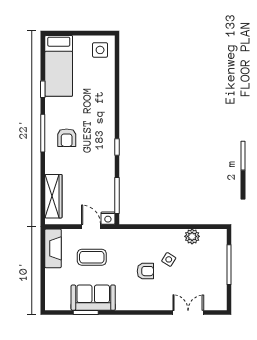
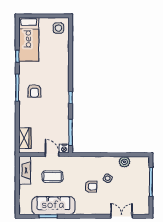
wardrobe: (53, 196) -> (25, 138), width x0.67
sofa: (93, 298) -> (53, 206), width x1.36

